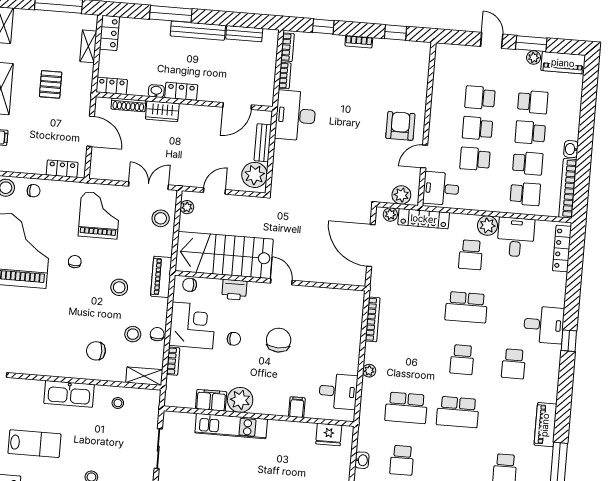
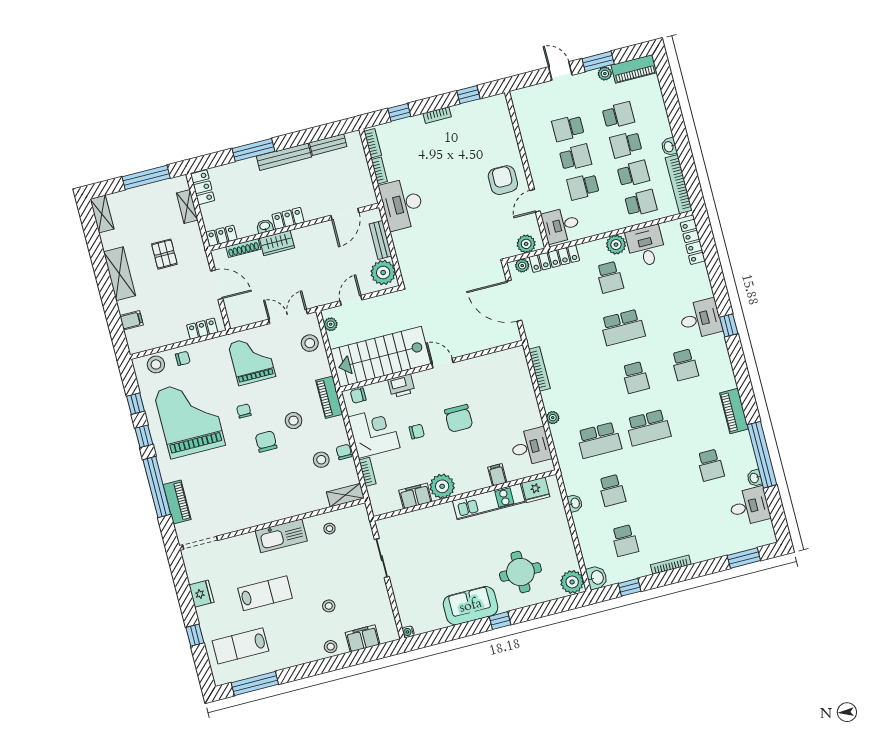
school desk: (478, 128) -> (575, 157), turned 180
chair: (279, 340) -> (459, 418), turned 180
chair: (96, 351) -> (266, 442), moved, turned 90
kitchen unit: (231, 426) -> (489, 502), moved

